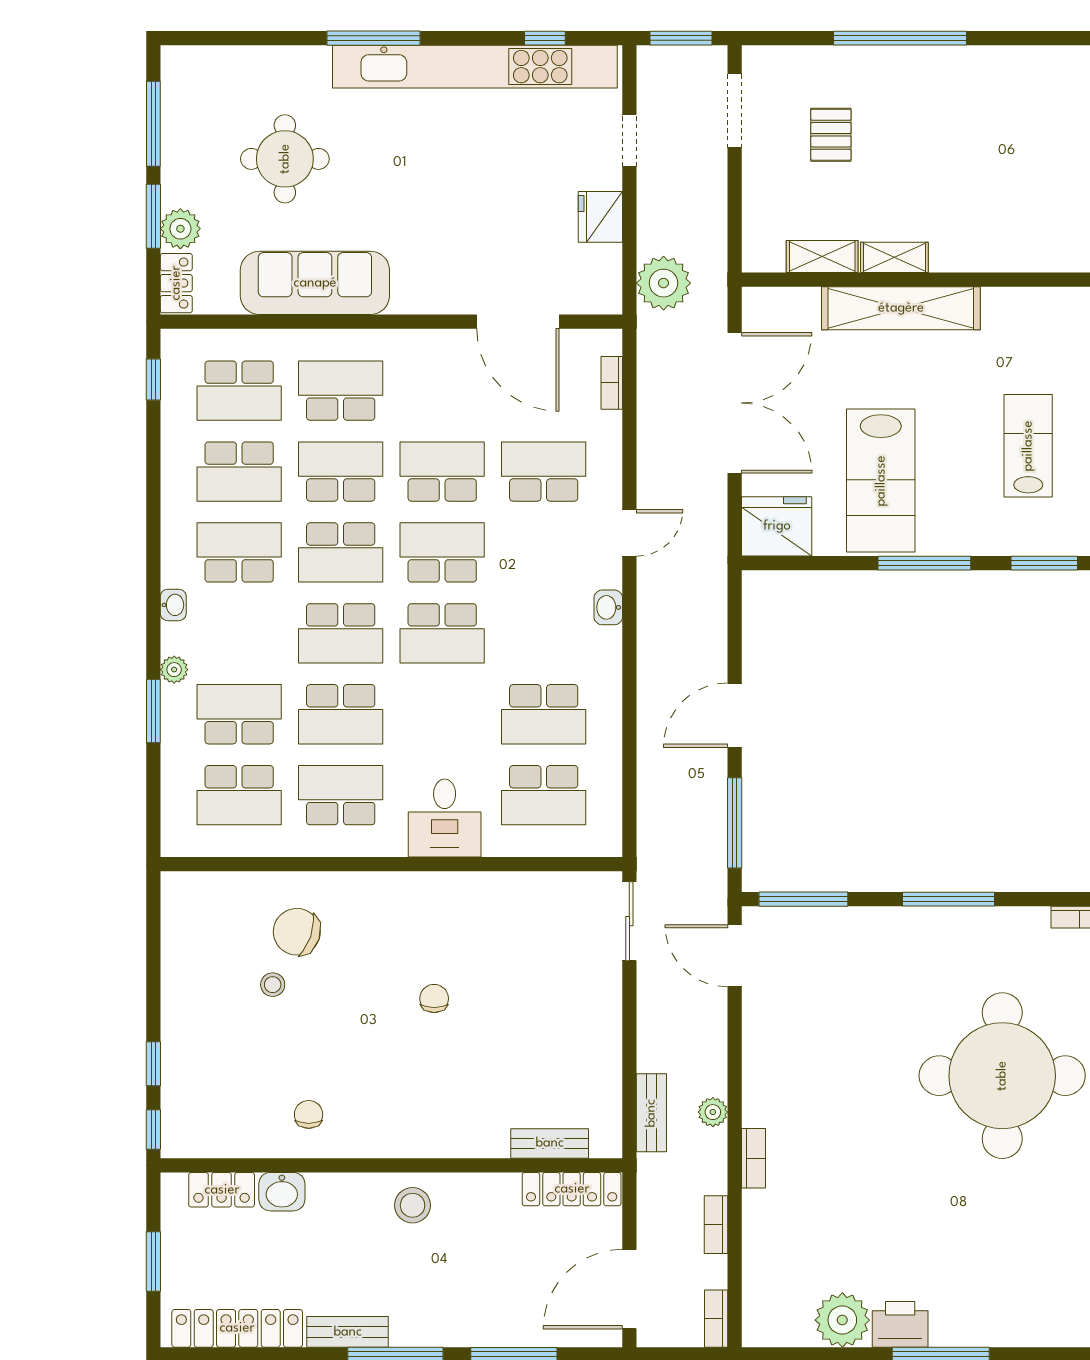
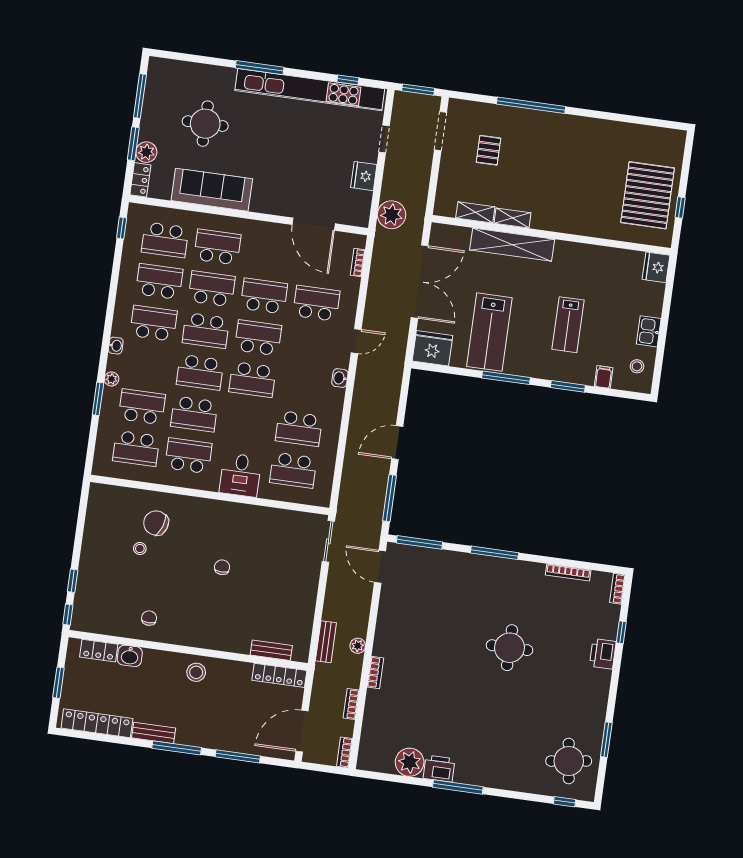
lab bench: (1028, 446) -> (568, 325), turned 180
school desk: (239, 472) -> (159, 282), turned 180
round table: (1002, 1076) -> (510, 648), width x0.54, depth x0.54

